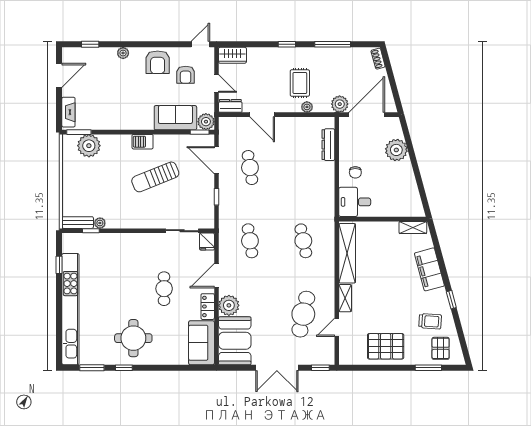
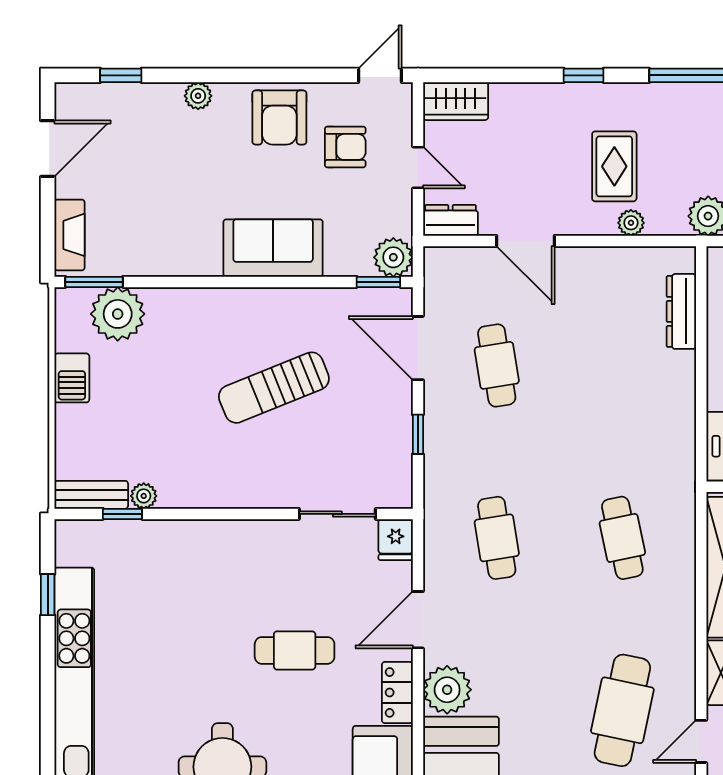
armchair: (186, 75) -> (345, 147), turned -90
sofa: (175, 118) -> (273, 248), moved
barbecue: (143, 142) -> (72, 378), moved, turned -90
cafe table: (164, 289) -> (295, 650), turned 90

